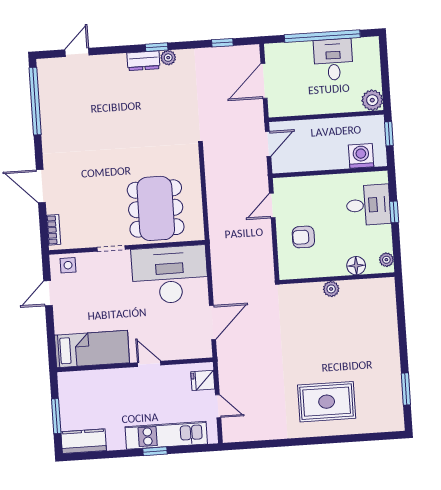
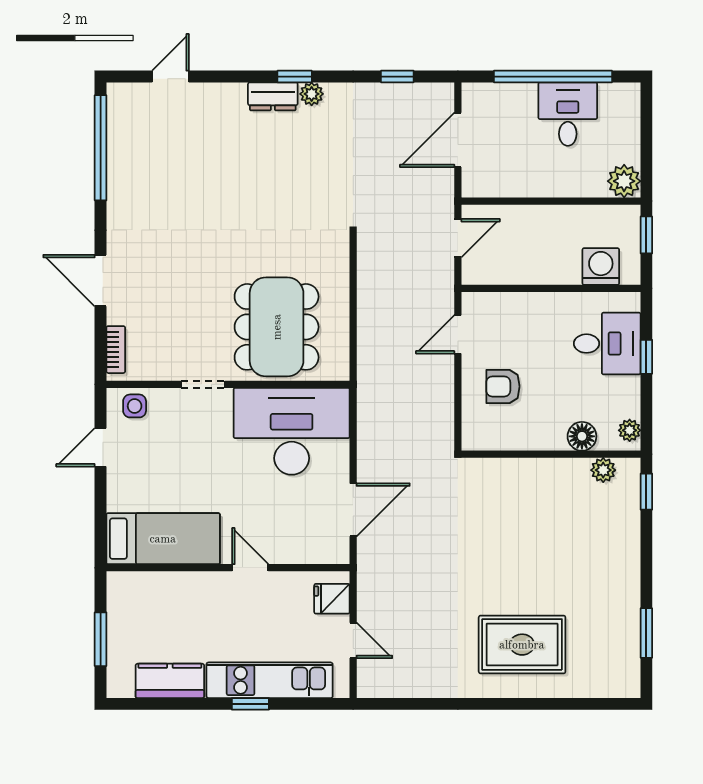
plant: (331, 289) -> (603, 470), moved
window: (400, 298) -> (646, 492), added
kitchen counter: (84, 441) -> (170, 681), moved

